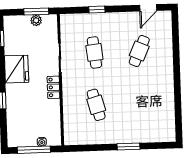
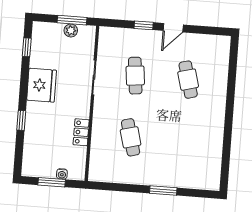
door: (148, 8) -> (173, 28), moved
cafe table: (139, 51) -> (188, 80), turned -39
locker: (54, 87) -> (81, 132), moved
window: (34, 150) -> (52, 182), width x0.69

